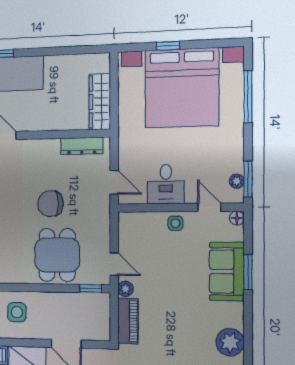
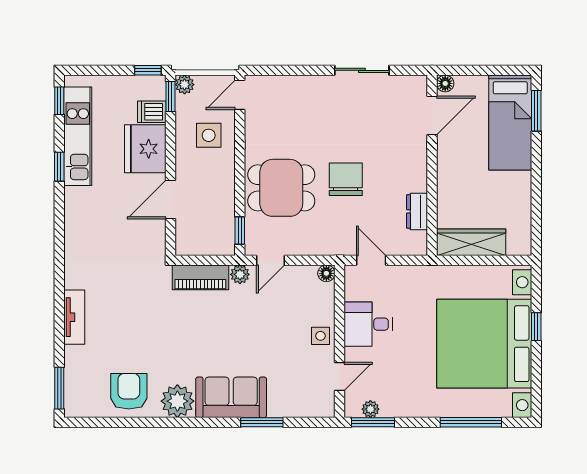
dresser: (82, 146) -> (417, 211), width x0.70
door: (114, 182) -> (371, 260), swing flipped
floor lamp: (237, 218) -> (326, 273), moved
sofa: (227, 272) -> (231, 397), moved

